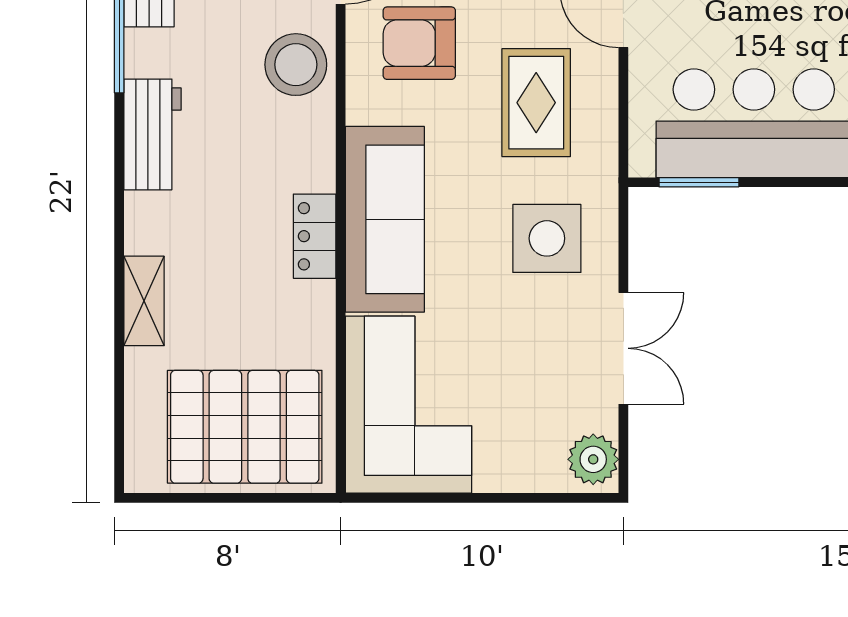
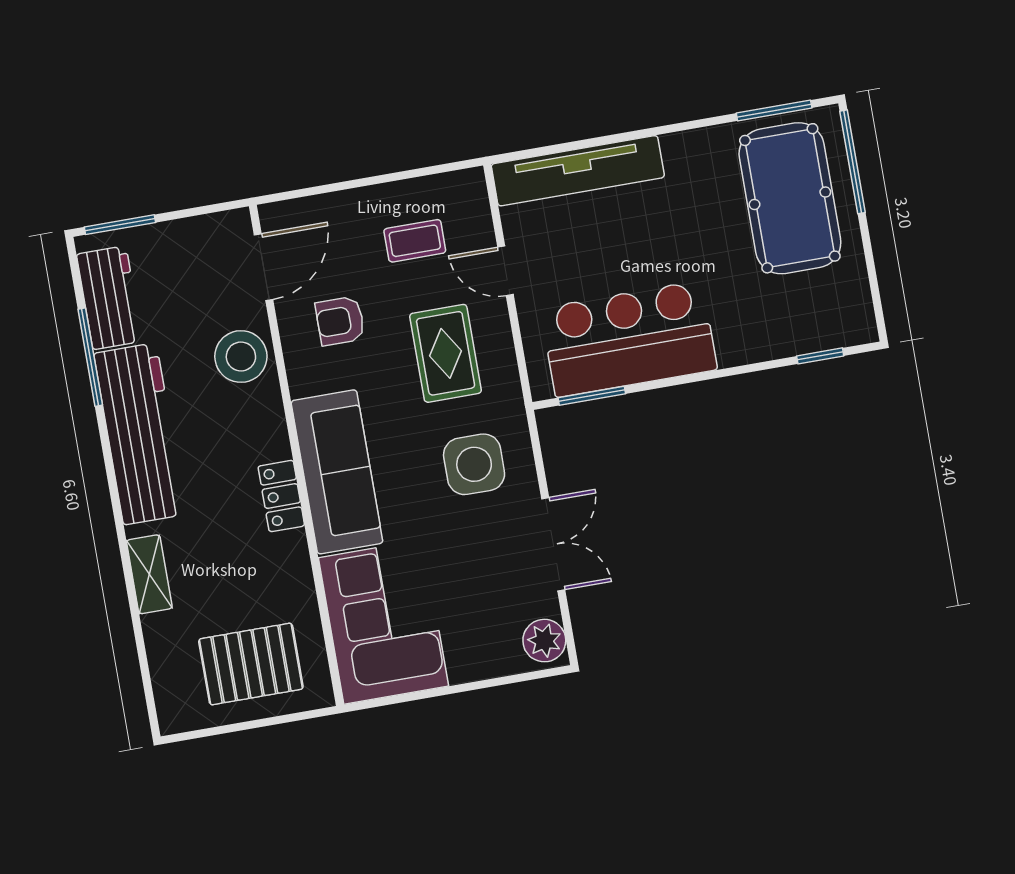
armchair: (419, 43) -> (340, 321), width x0.72, depth x0.72
workbench: (153, 134) -> (140, 434), width x1.88, depth x1.32
pallet: (245, 427) -> (251, 664), width x0.73, depth x0.71

